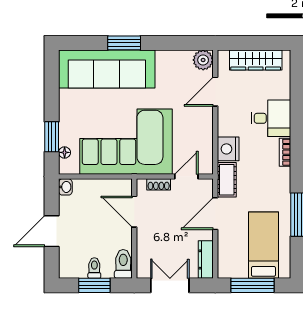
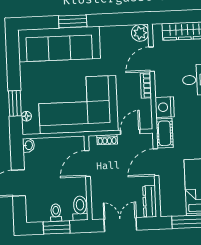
bookcase: (207, 123) -> (146, 86), added
door: (134, 212) -> (87, 164), hinge flipped

